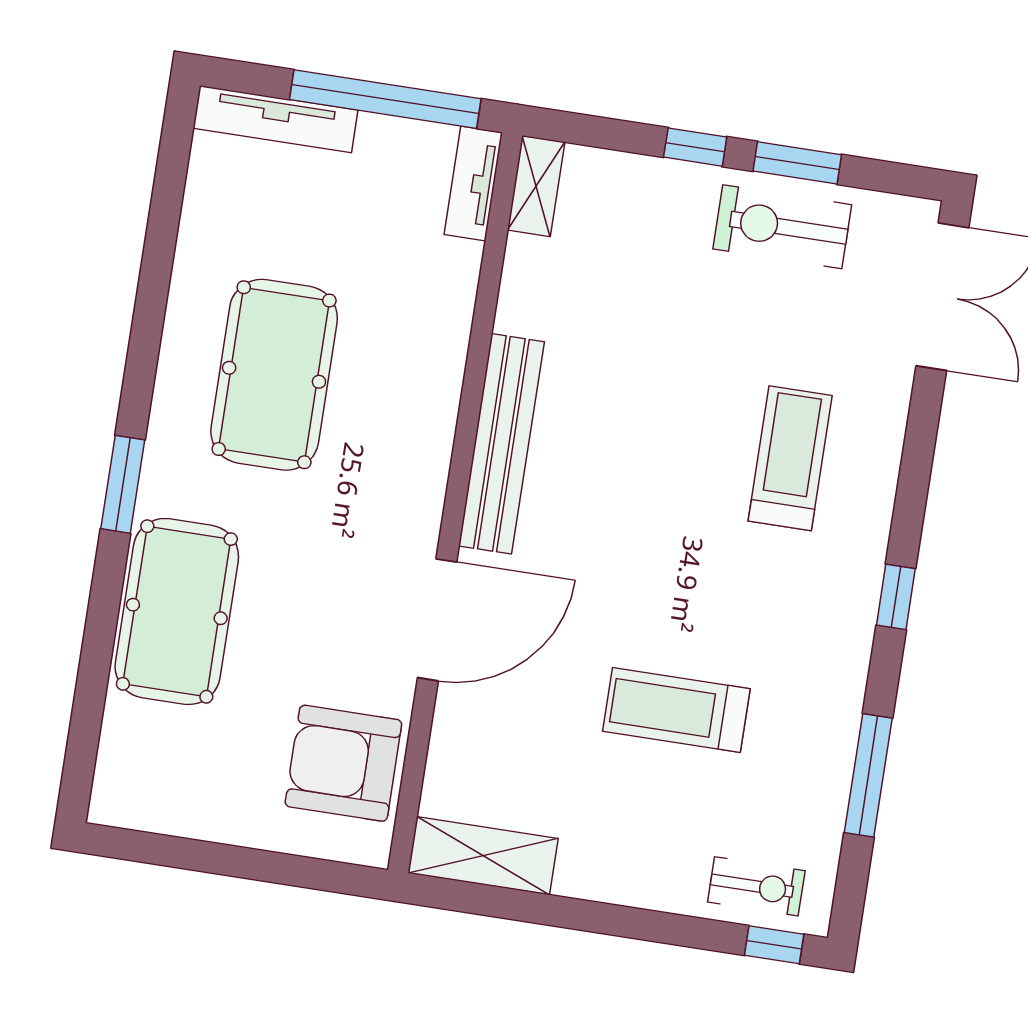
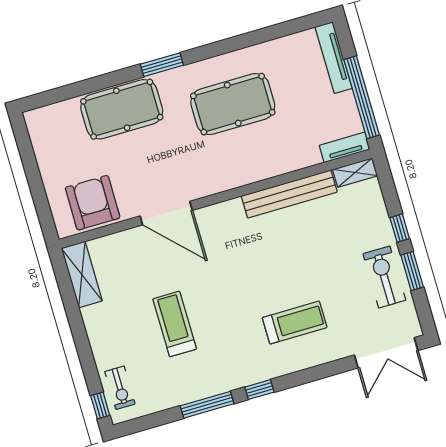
bench: (501, 444) -> (289, 194), moved
window: (868, 775) -> (207, 405), moved

